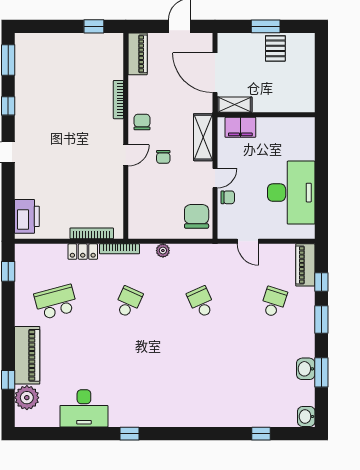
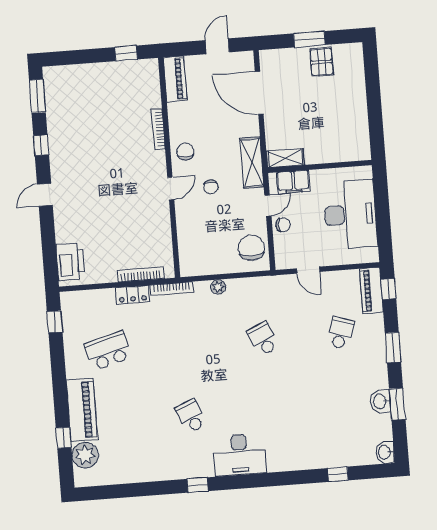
shelving: (235, 105) -> (285, 158), moved
wall: (266, 115) -> (320, 166), moved
filing cabinet: (240, 127) -> (293, 182), moved
window: (321, 282) -> (388, 289), moved
school desk: (128, 302) -> (191, 416), moved, turned -48
desk: (84, 408) -> (239, 455), moved

